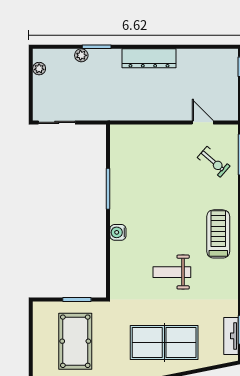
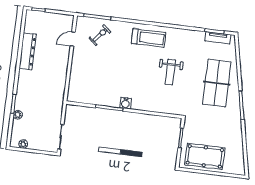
dresser: (149, 58) -> (28, 51), moved
water cooler: (118, 232) -> (126, 103), moved
treadmill: (218, 234) -> (149, 38), turned 180
pool table: (75, 341) -> (205, 156), moved

